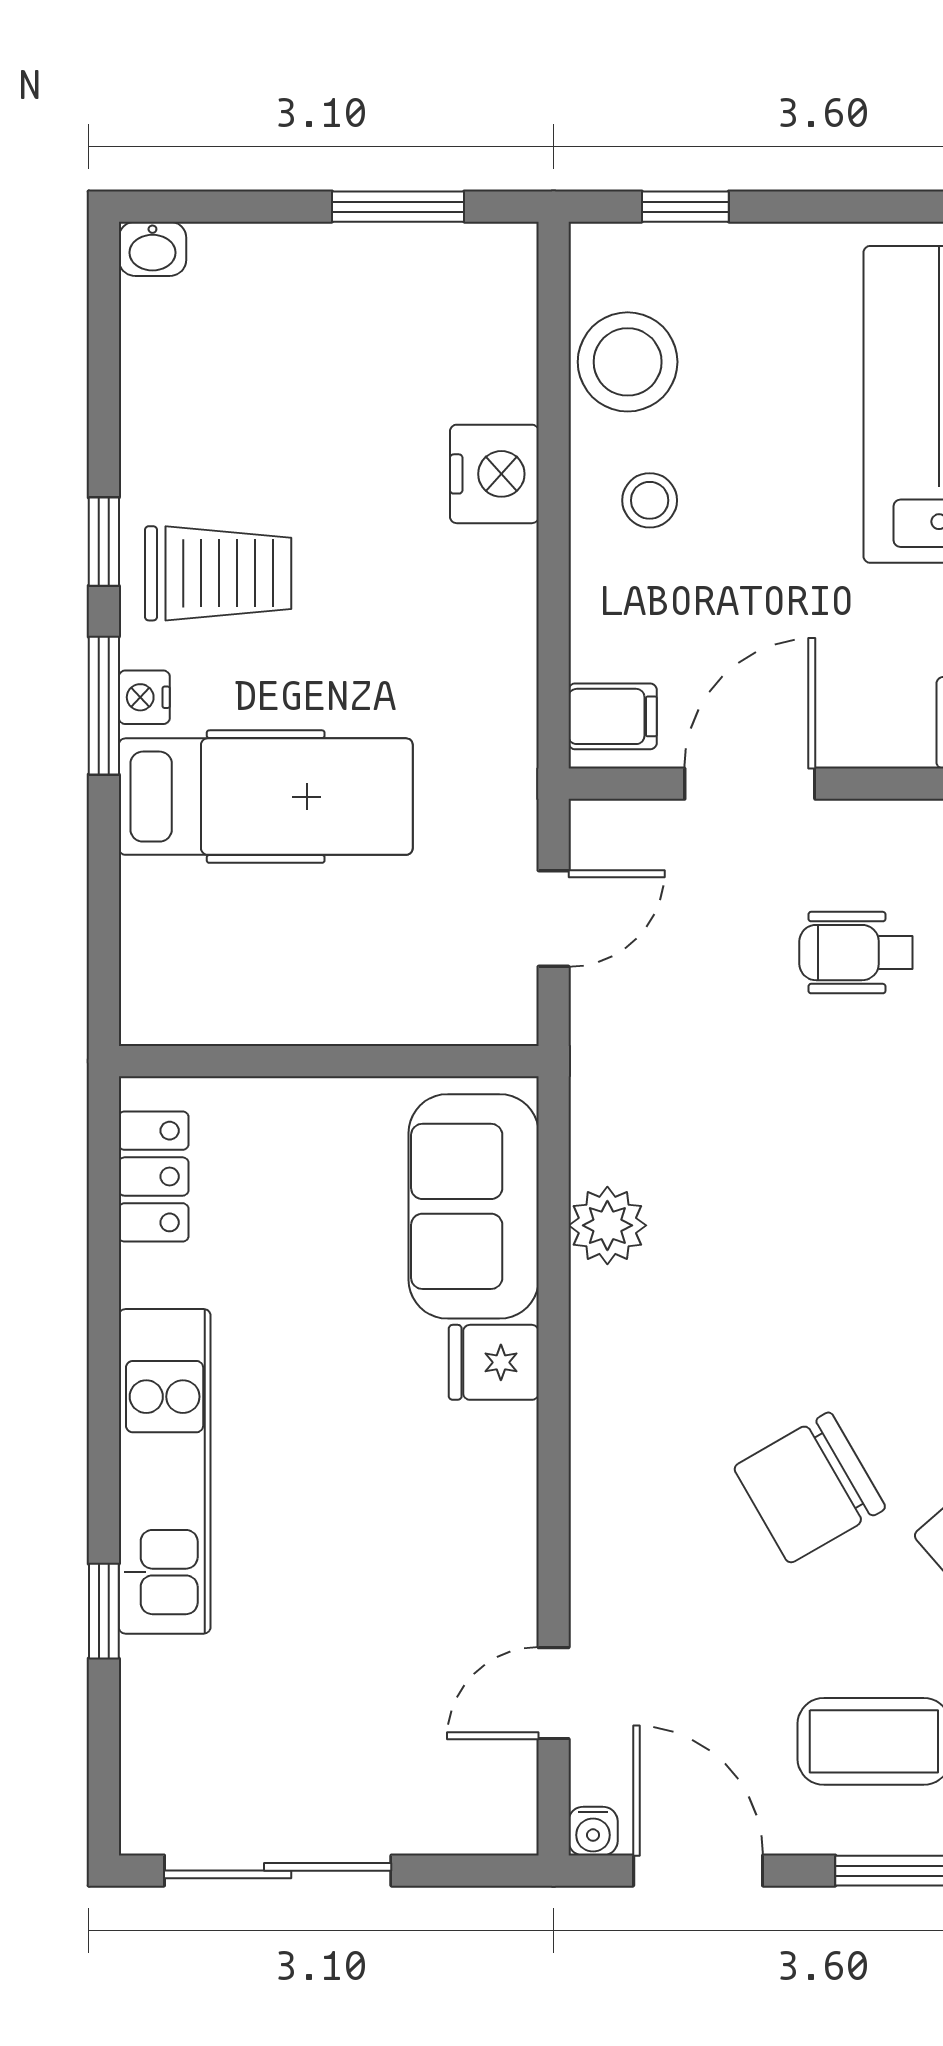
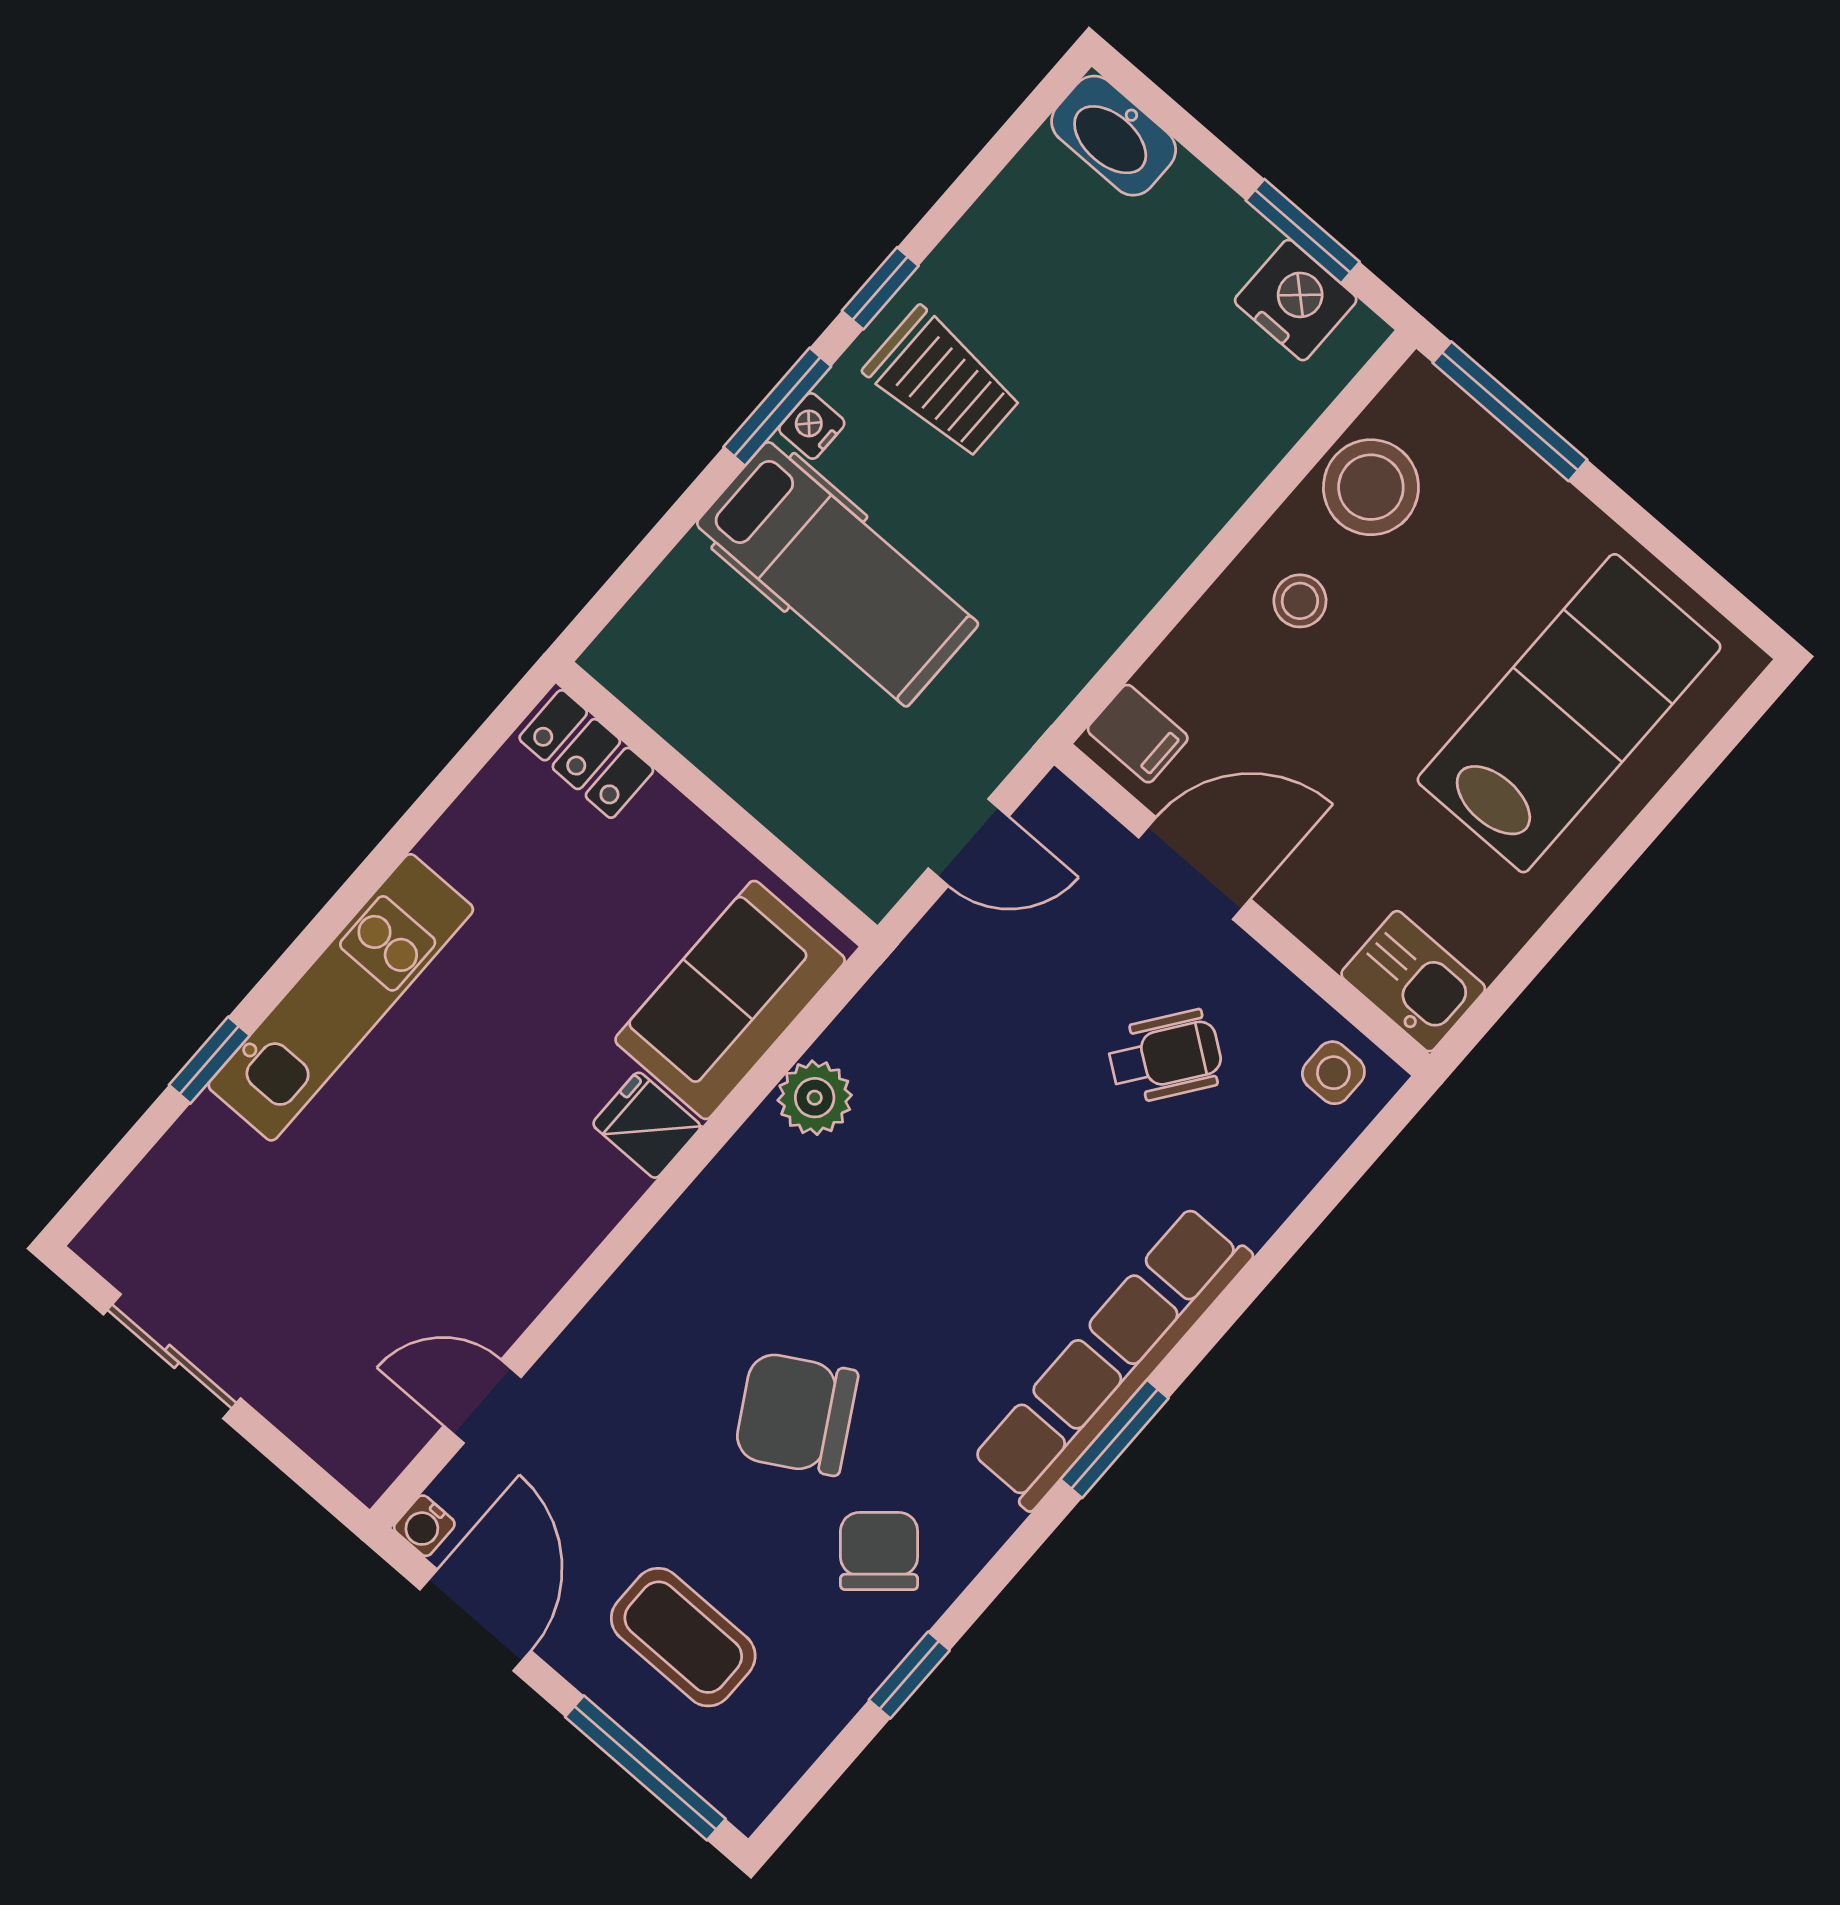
window: (685, 207) -> (1510, 411), width x2.17
washbasin: (152, 249) -> (1114, 136), width x1.91, depth x1.45
nightstand: (494, 474) -> (1296, 300), moved, turned -90
wheelchair: (856, 953) -> (1165, 1057), turned 126
locker: (154, 1177) -> (586, 754), moved, turned 90
sliding door: (278, 1871) -> (172, 1356), width x0.73

